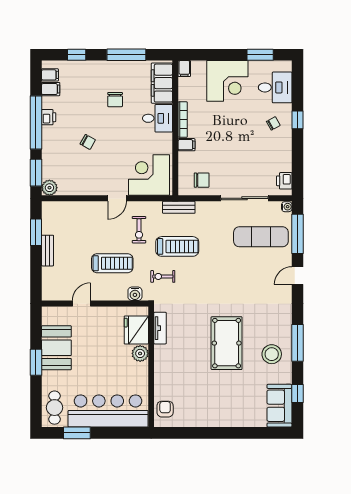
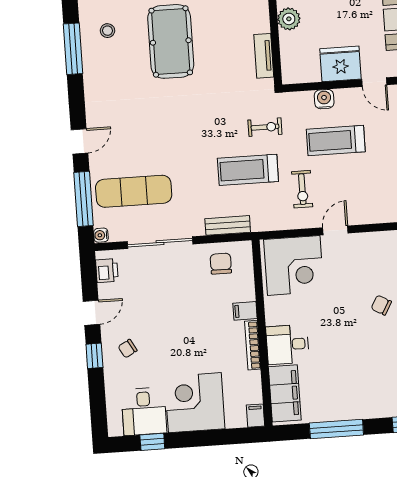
window: (260, 55) -> (152, 442), width x0.67
desk: (275, 87) -> (144, 411), moved, turned -90
chair: (115, 100) -> (348, 366), removed
door: (298, 151) -> (91, 313), added
chair: (202, 180) -> (221, 264), turned 90
bench: (179, 207) -> (228, 225), moved
exercise bike: (139, 230) -> (302, 189), turned 180
water cooler: (135, 294) -> (324, 99), moved
door: (82, 304) -> (374, 82), hinge flipped
fridge: (136, 330) -> (340, 64), moved, turned -90
stool: (272, 354) -> (107, 31), width x0.53, depth x0.53

